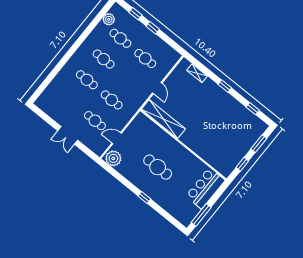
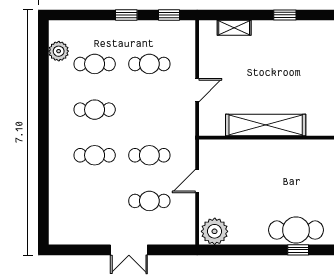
window: (135, 14) -> (169, 15), moved
door: (157, 88) -> (197, 90), hinge flipped
shelving: (163, 119) -> (266, 125), moved
door: (117, 138) -> (197, 181), moved
cafe table: (158, 167) -> (296, 230), moved

